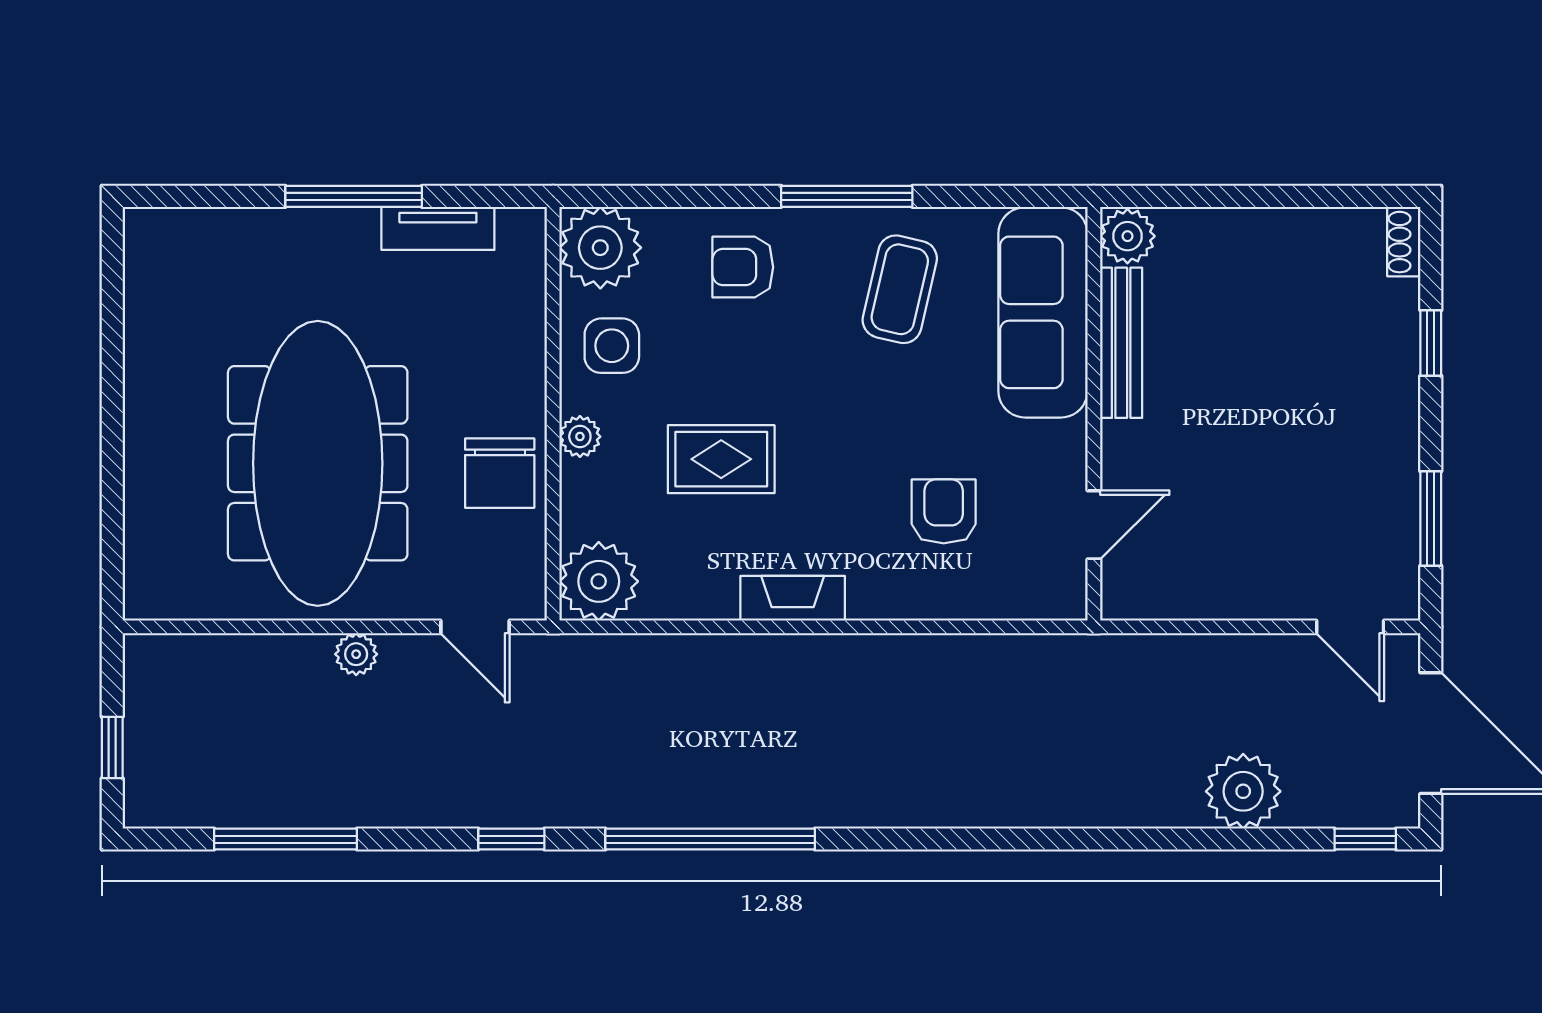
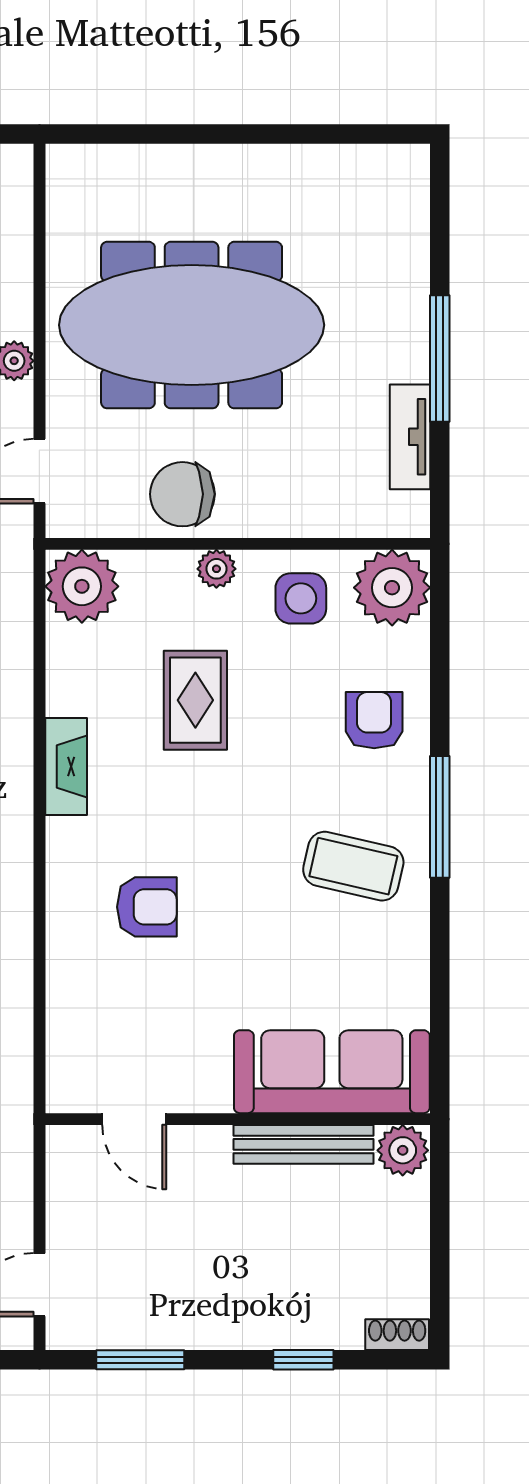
plant: (1127, 236) -> (403, 1150), moved
sofa: (1043, 312) -> (332, 1072), moved
bench: (1121, 343) -> (304, 1144), moved
wall: (1094, 414) -> (238, 1119), moved
door: (1094, 525) -> (134, 1119), moved

